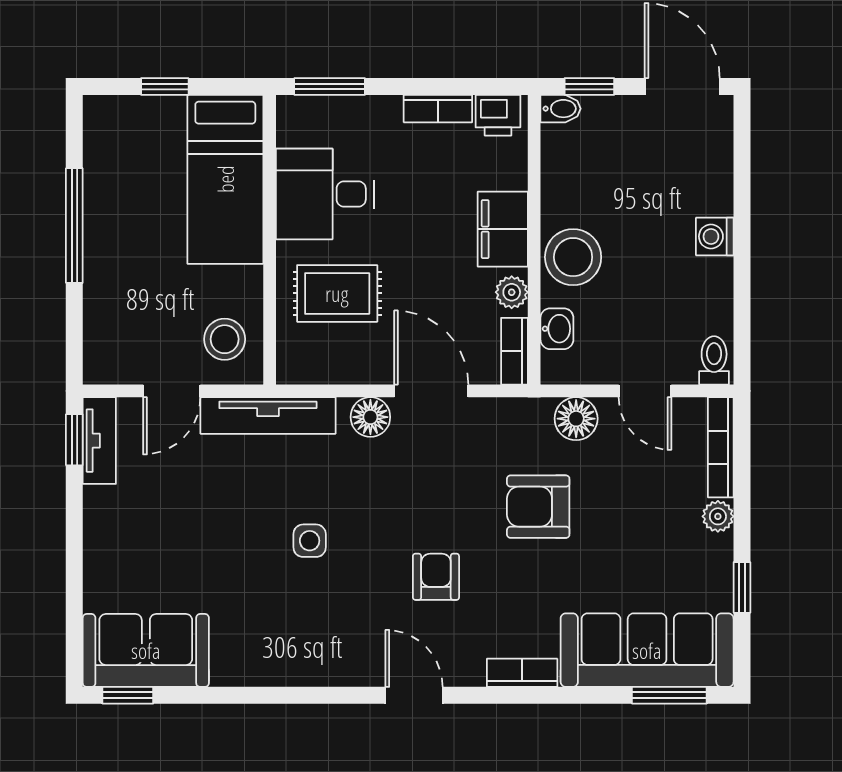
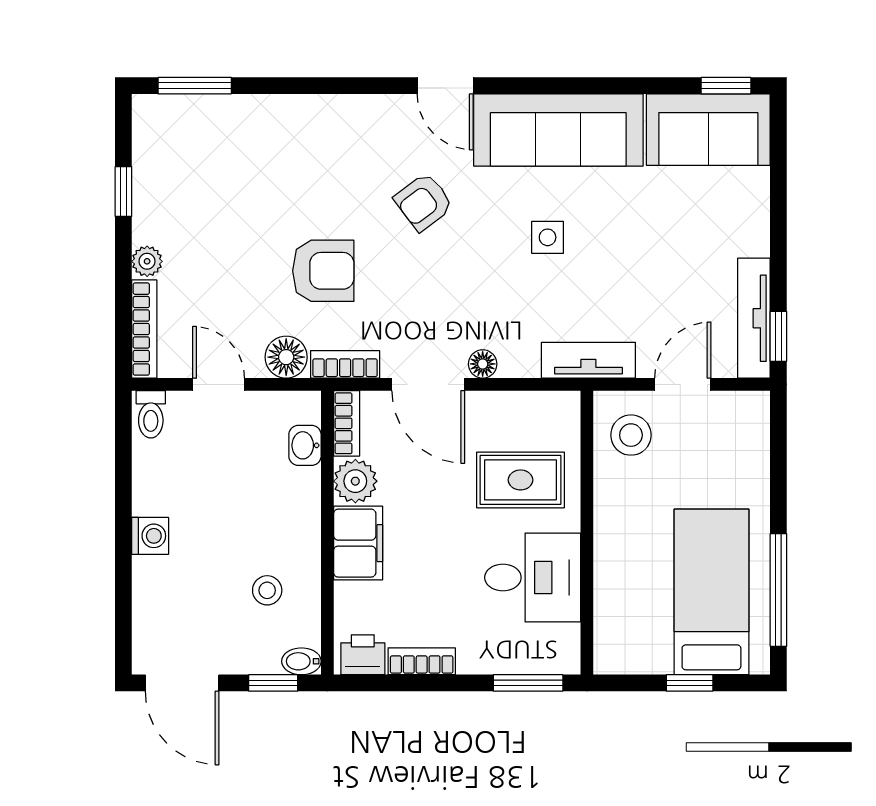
bed: (225, 179) -> (711, 592), moved
window: (74, 226) -> (778, 590), moved
stool: (573, 257) -> (267, 590), moved, width x0.53, depth x0.53
plant: (512, 292) -> (355, 481), width x1.38, depth x1.38
tv unit: (268, 415) -> (588, 360), width x0.71
floor lamp: (370, 417) -> (483, 364), width x0.73, depth x0.73
tv unit: (99, 441) -> (754, 318), width x1.41
armchair: (436, 577) -> (424, 202), turned 53
sofa: (647, 650) -> (558, 130), moved
bookcase: (522, 673) -> (345, 364), moved, turned 180

